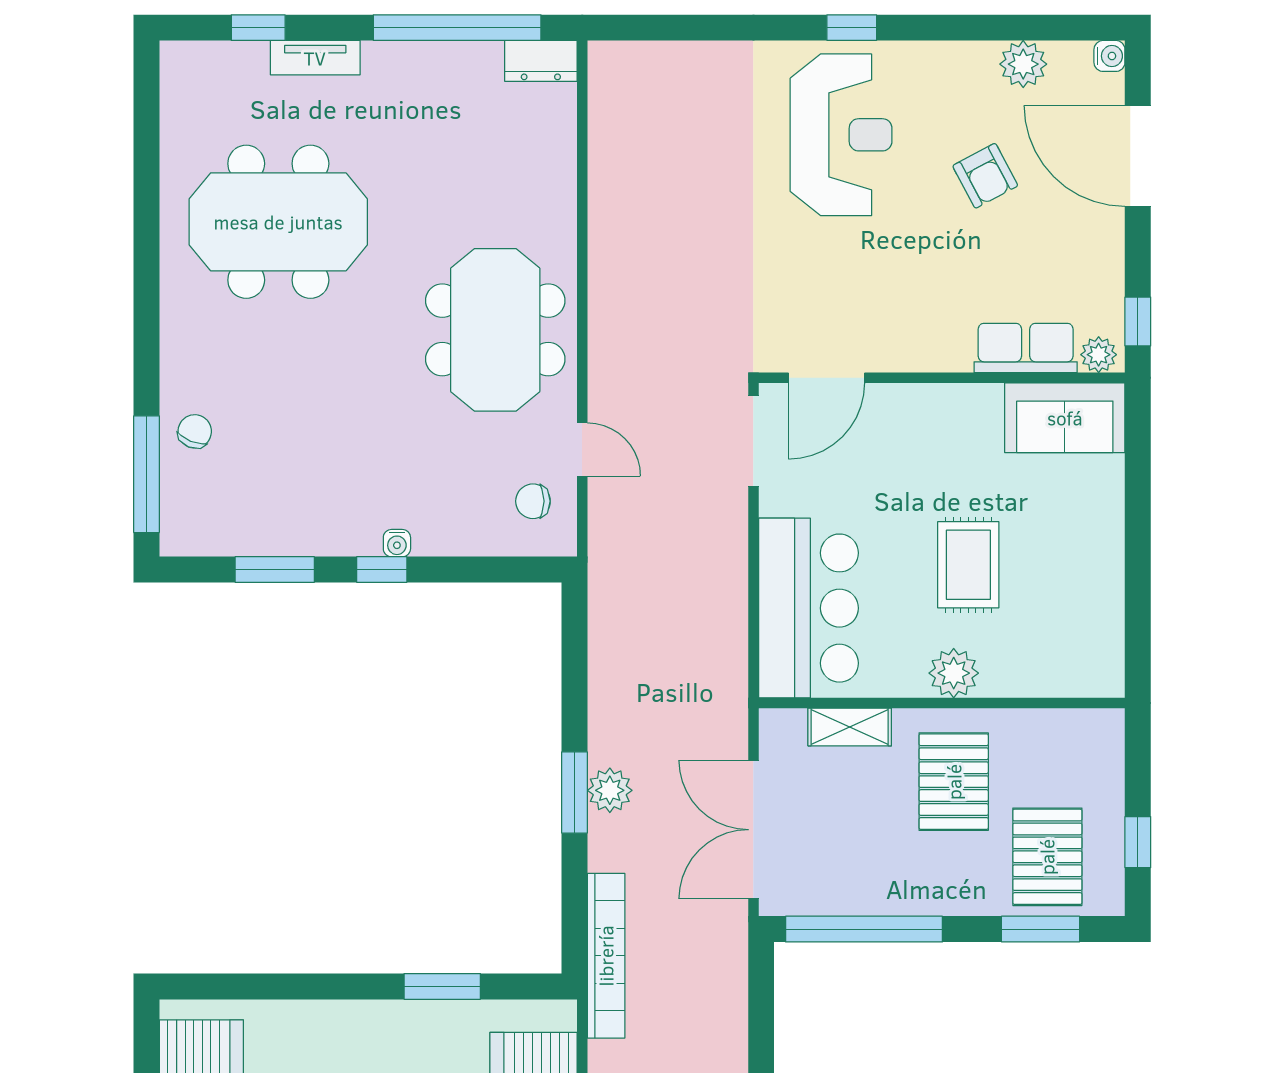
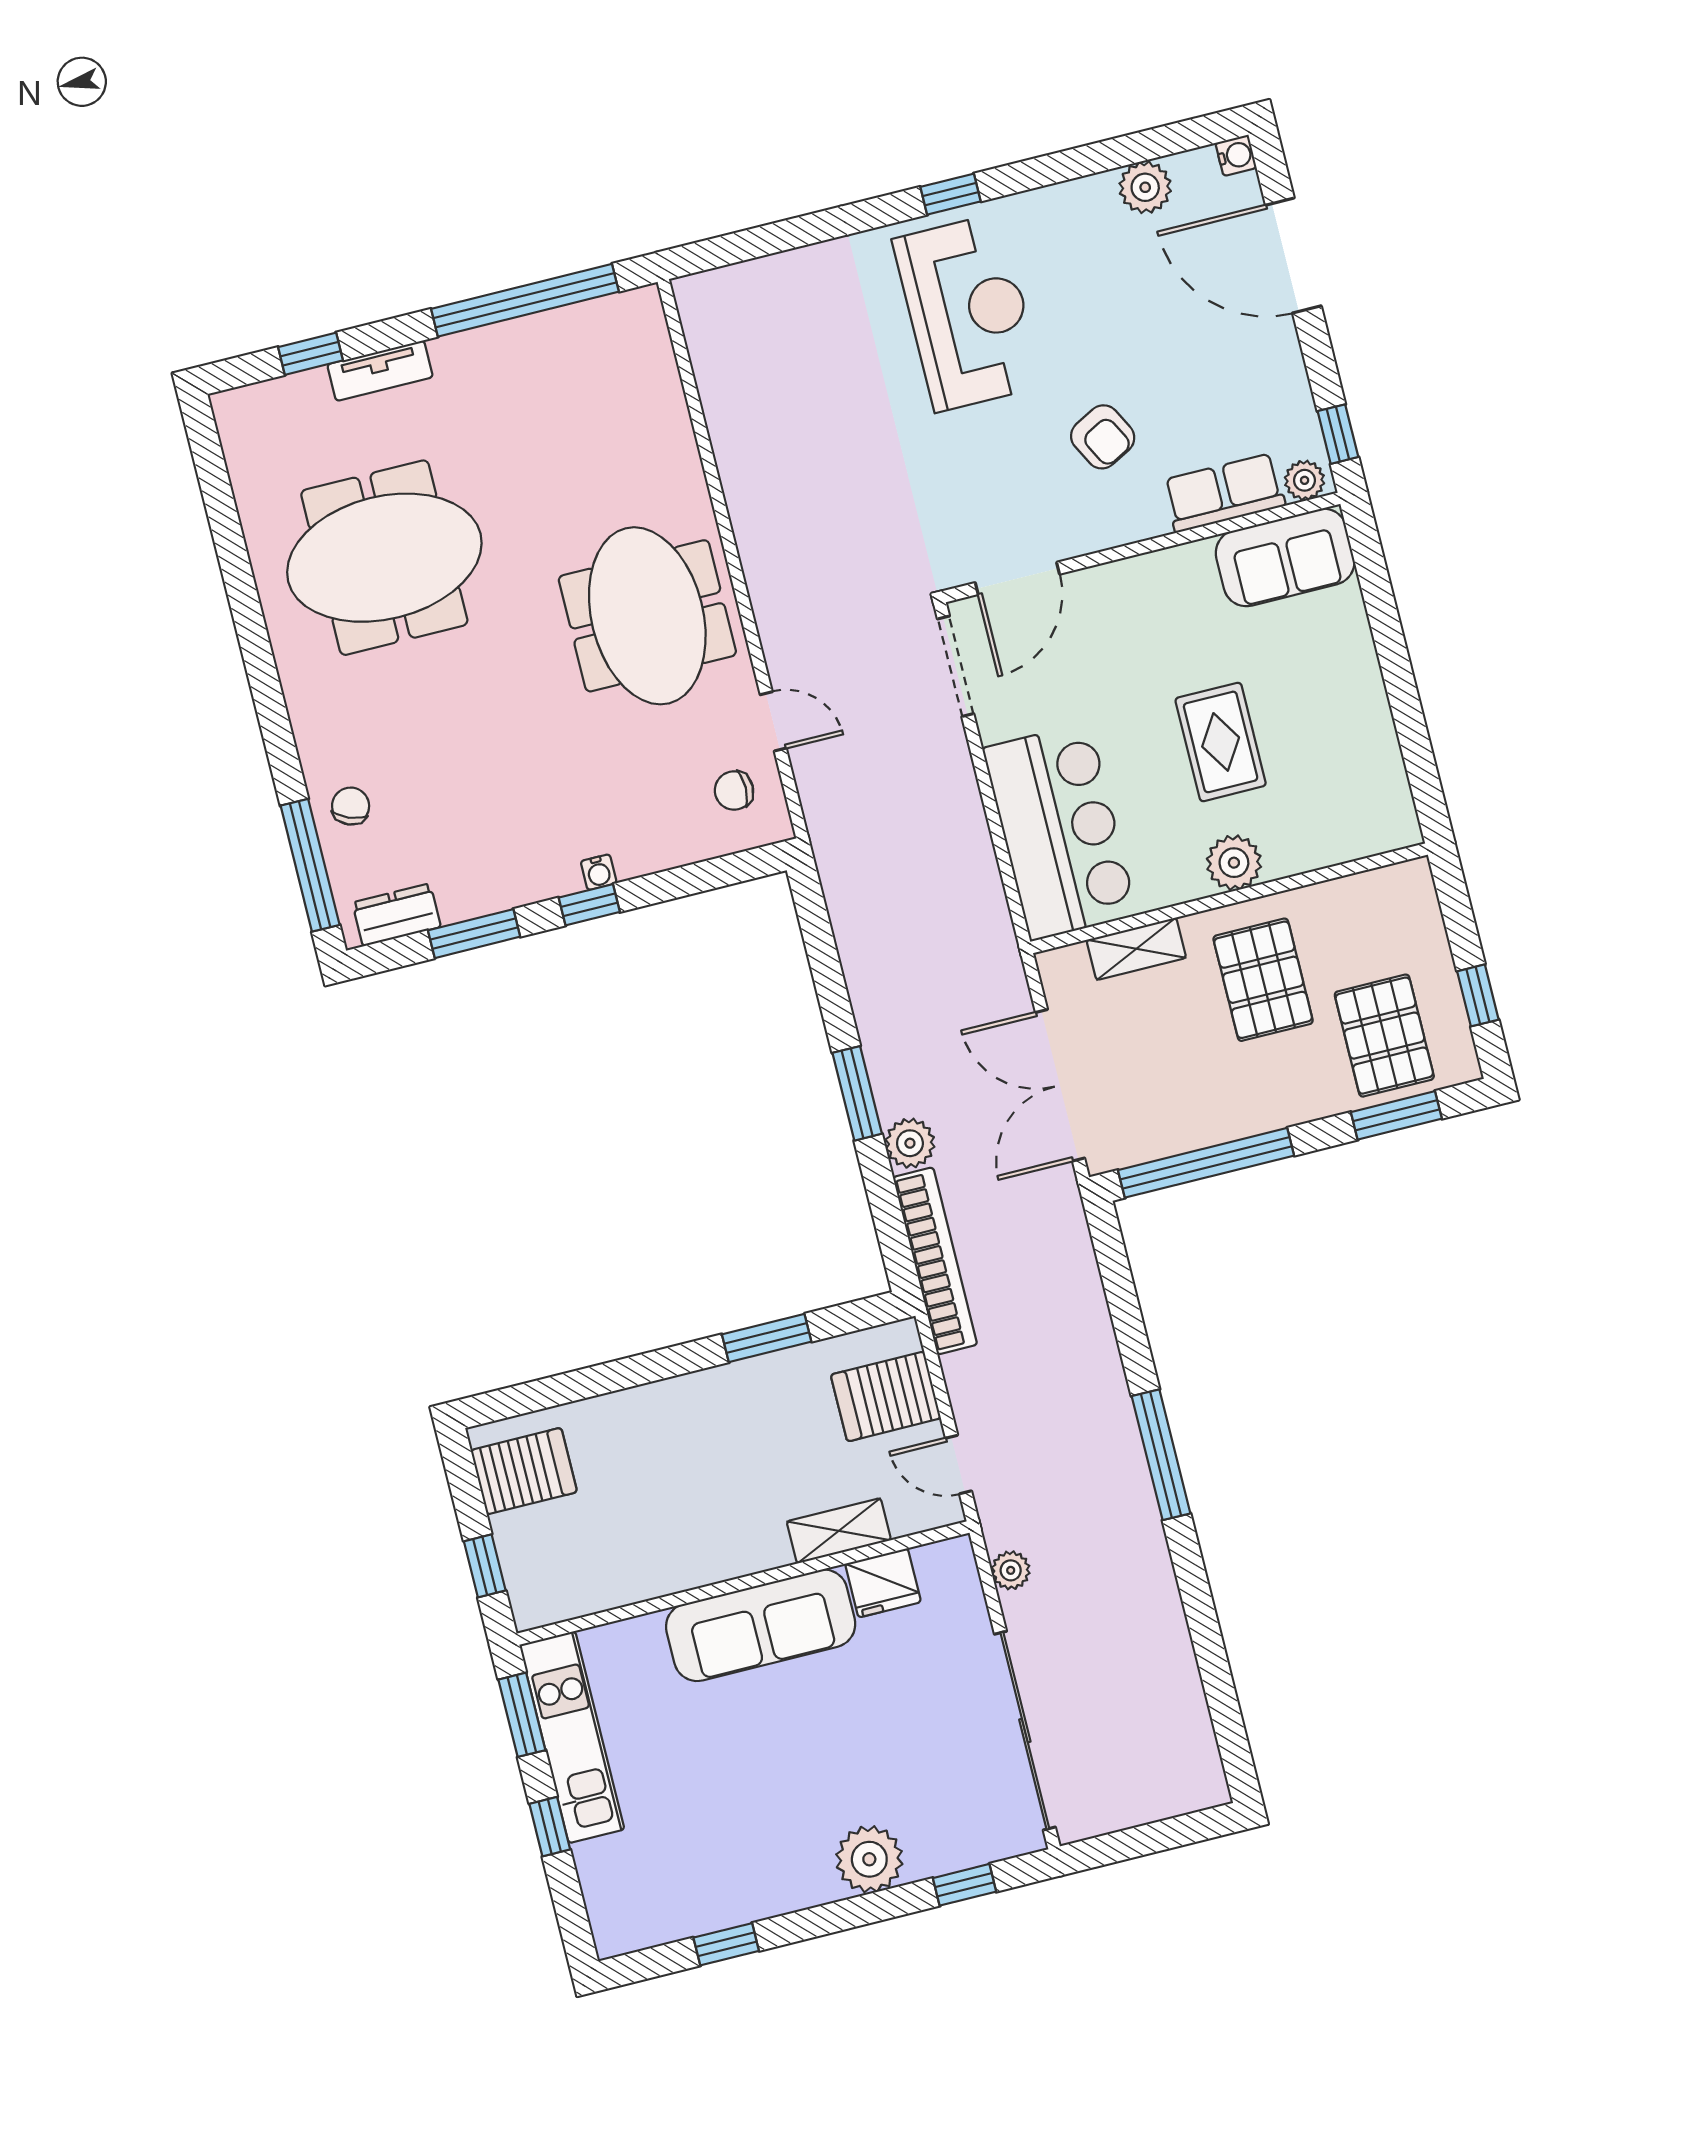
dresser: (541, 61) -> (397, 915), moved, turned 180
armchair: (985, 176) -> (1103, 437), moved
plant: (610, 790) -> (910, 1143), moved

